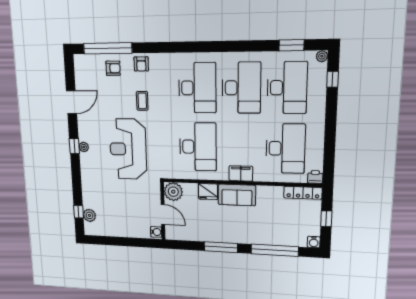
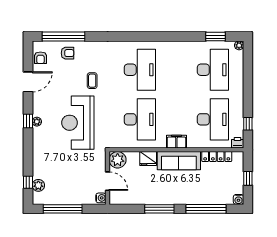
armchair: (141, 64) -> (41, 58), moved
window: (333, 79) -> (248, 124), moved
desk: (241, 88) -> (176, 70), removed
locker: (303, 193) -> (217, 157), moved
sofa: (237, 195) -> (179, 161), width x1.36
window: (116, 241) -> (63, 209), added

